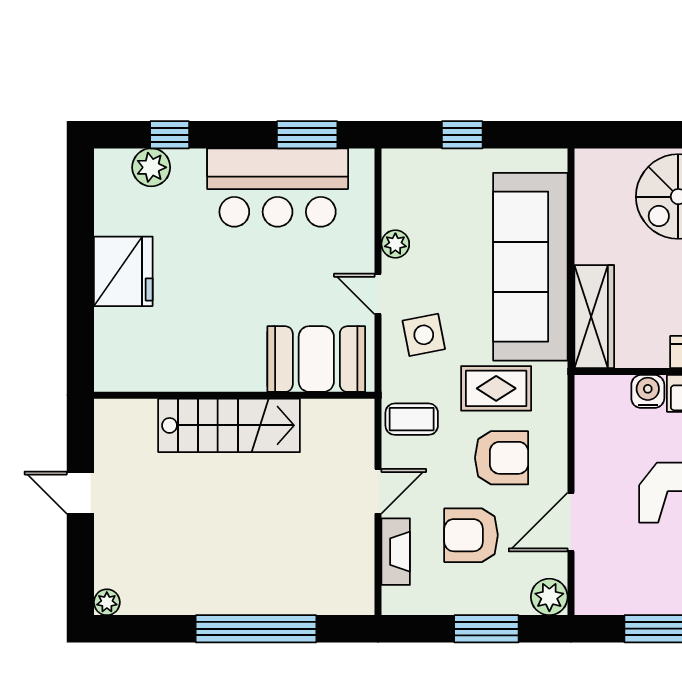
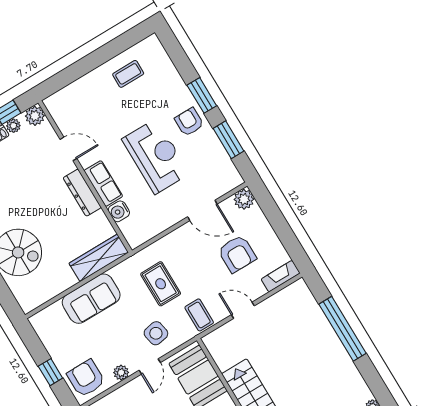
sofa: (530, 267) -> (91, 299), width x0.54, depth x0.79
armchair: (502, 458) -> (86, 378), moved
fireplace: (396, 552) -> (281, 276), moved
window: (486, 629) -> (277, 220), removed

